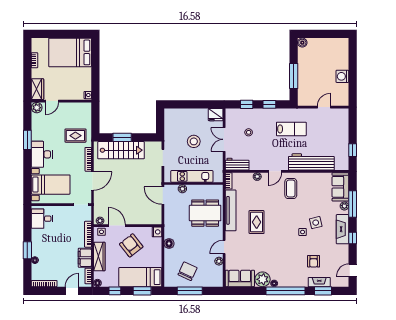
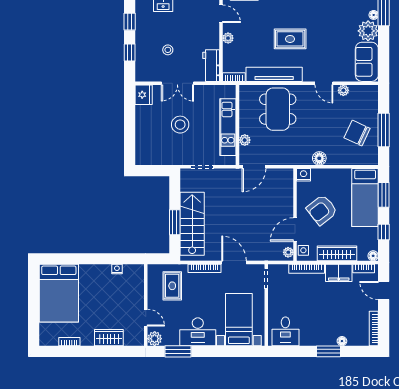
door: (52, 101) -> (146, 318), moved
wall: (61, 101) -> (146, 305), moved
plant: (37, 108) -> (155, 339), moved

